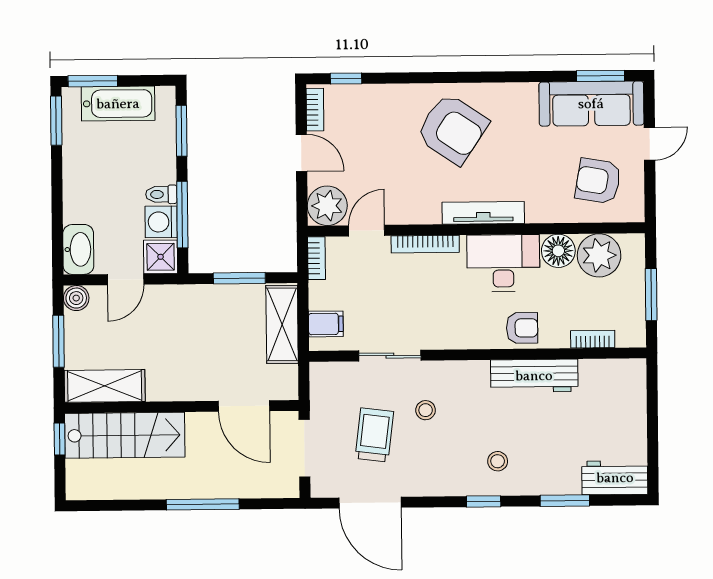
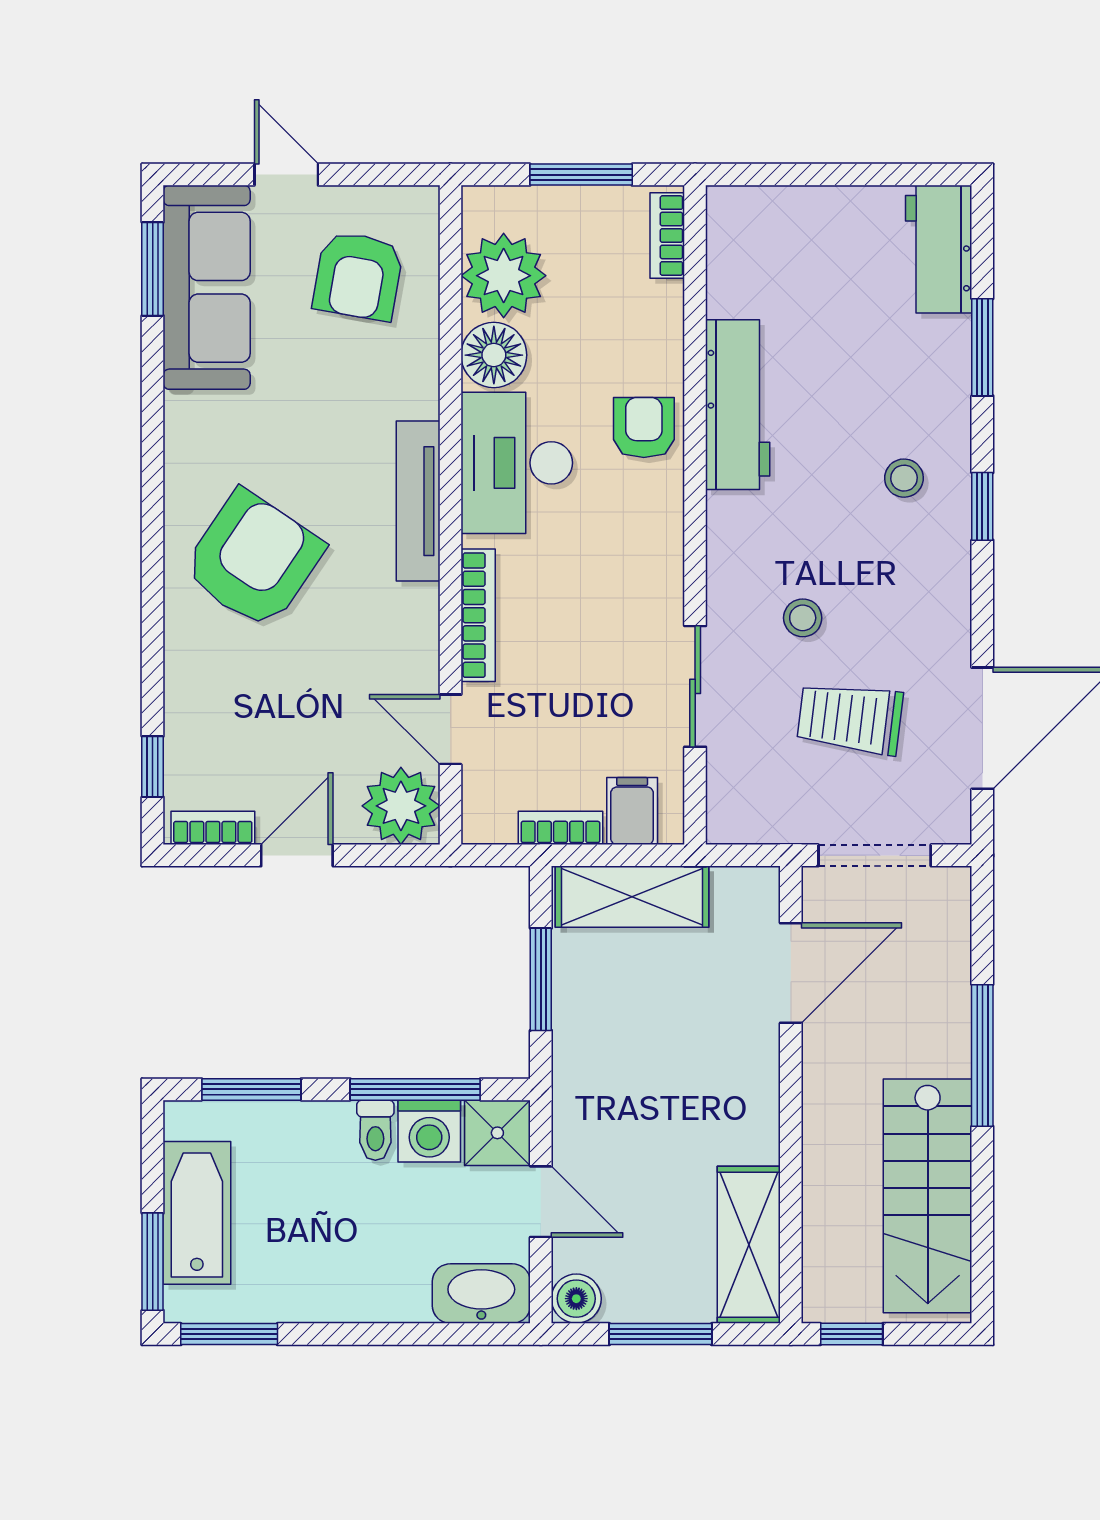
bookcase: (317, 258) -> (560, 828), moved
bookcase: (593, 339) -> (667, 236), moved
stairs: (125, 435) -> (928, 1196), moved, turned 180

